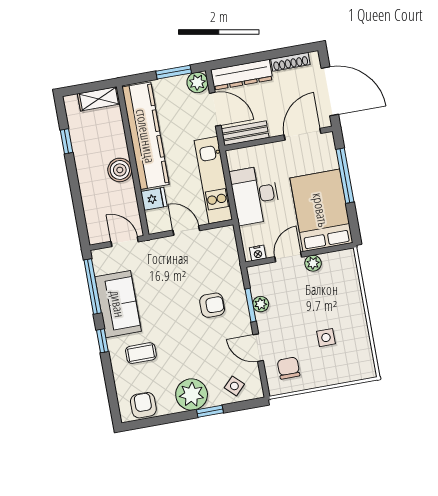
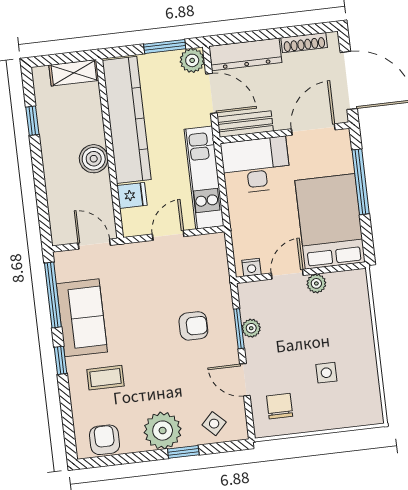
desk: (255, 195) -> (256, 165), moved, turned 90
door: (186, 230) -> (168, 235), hinge flipped

